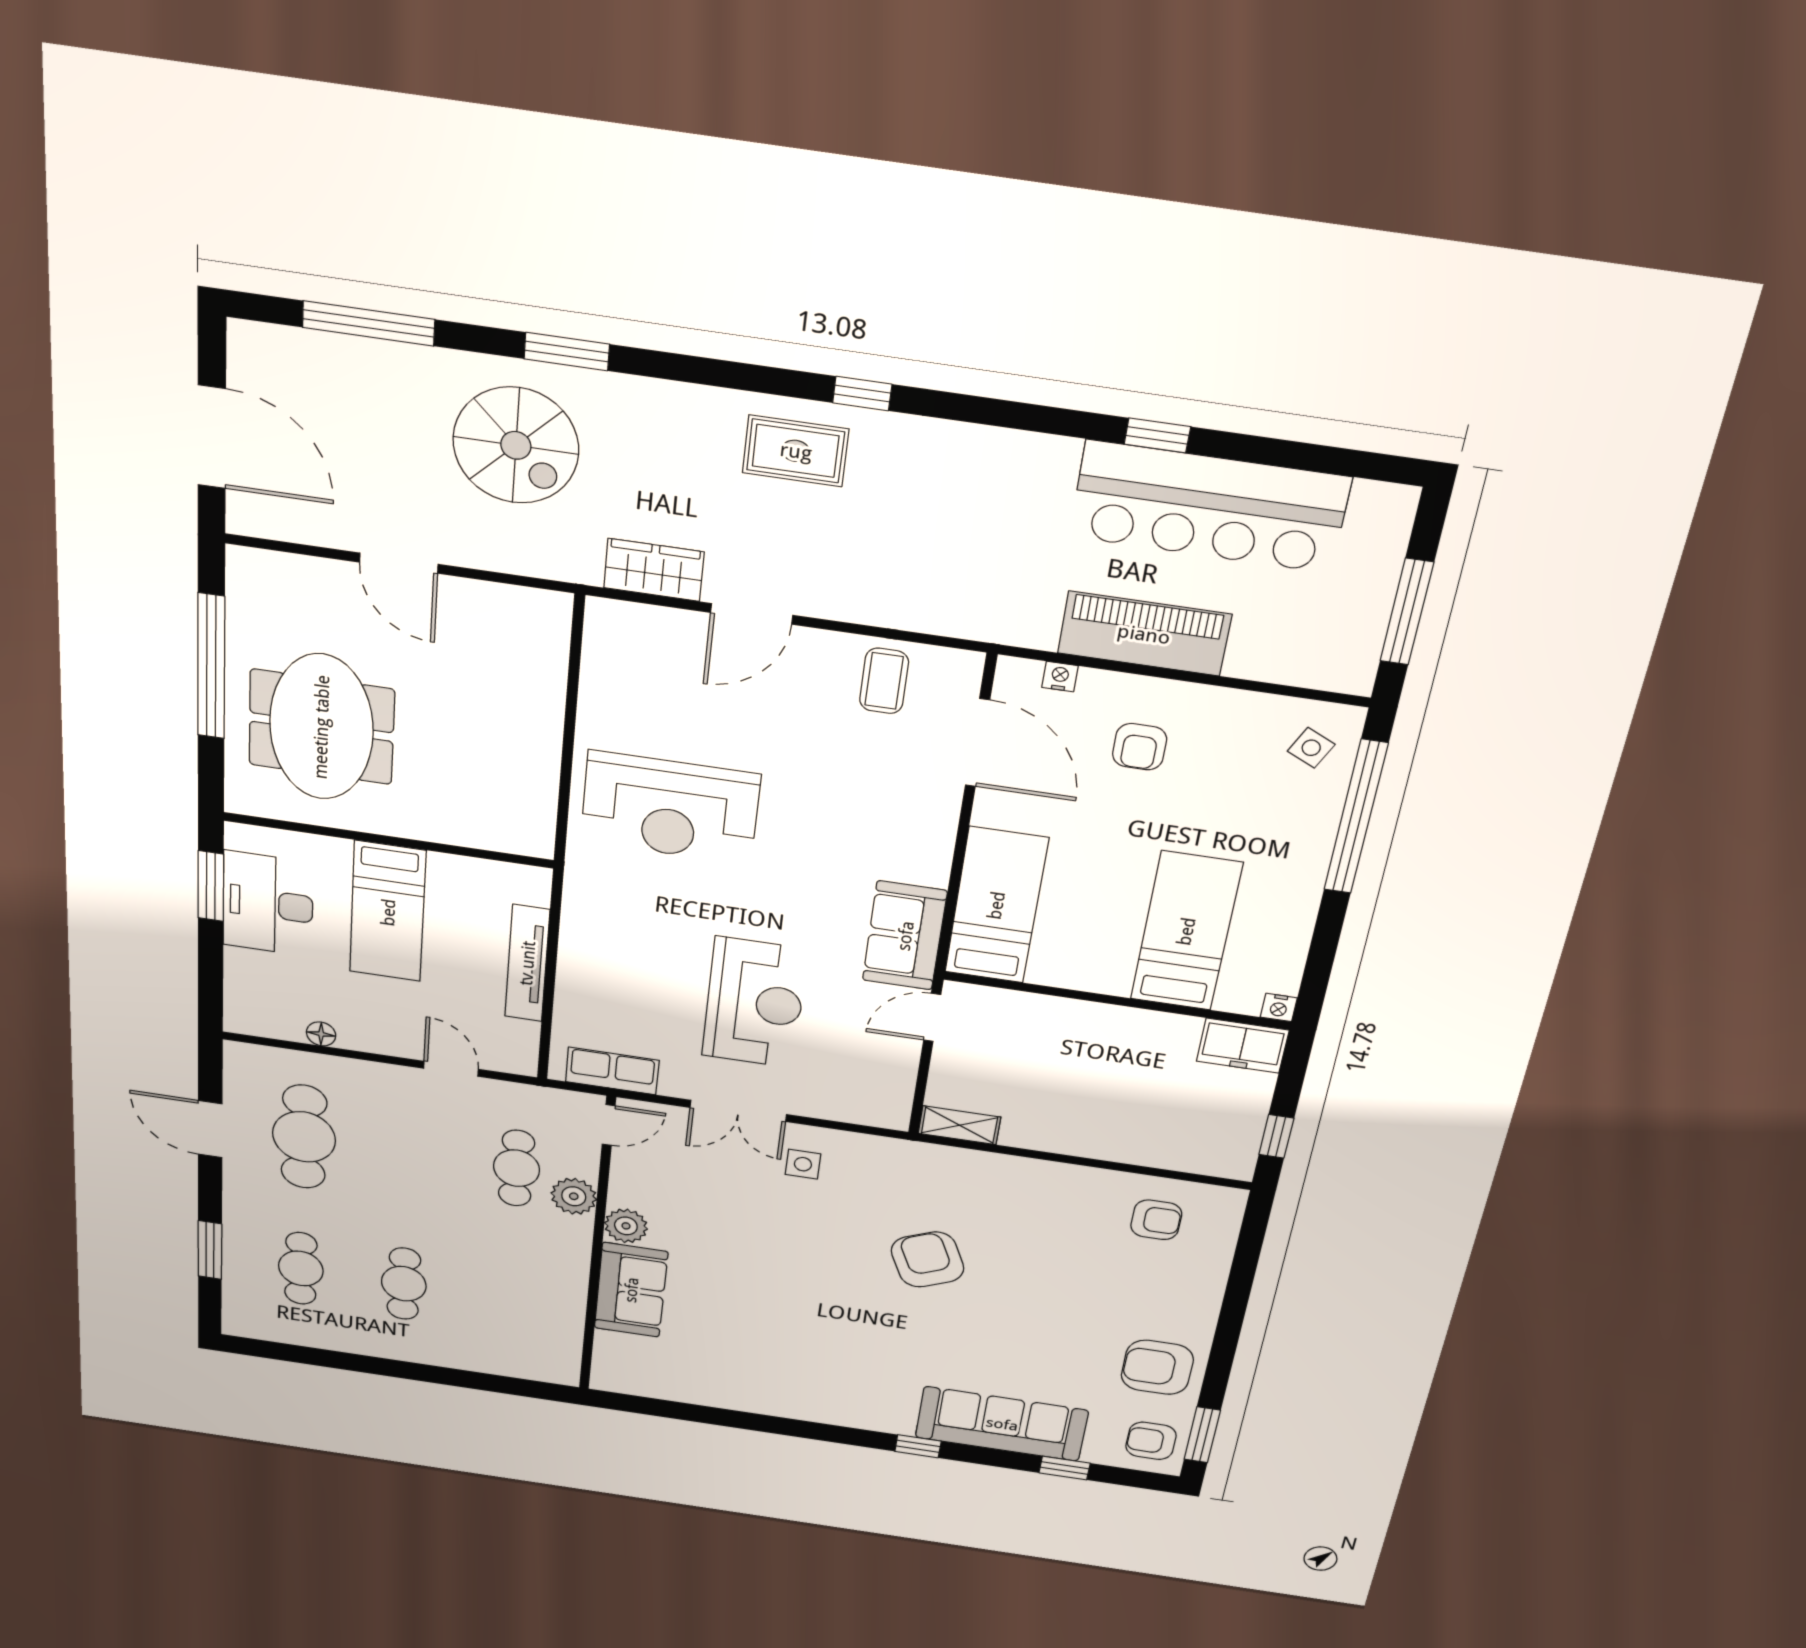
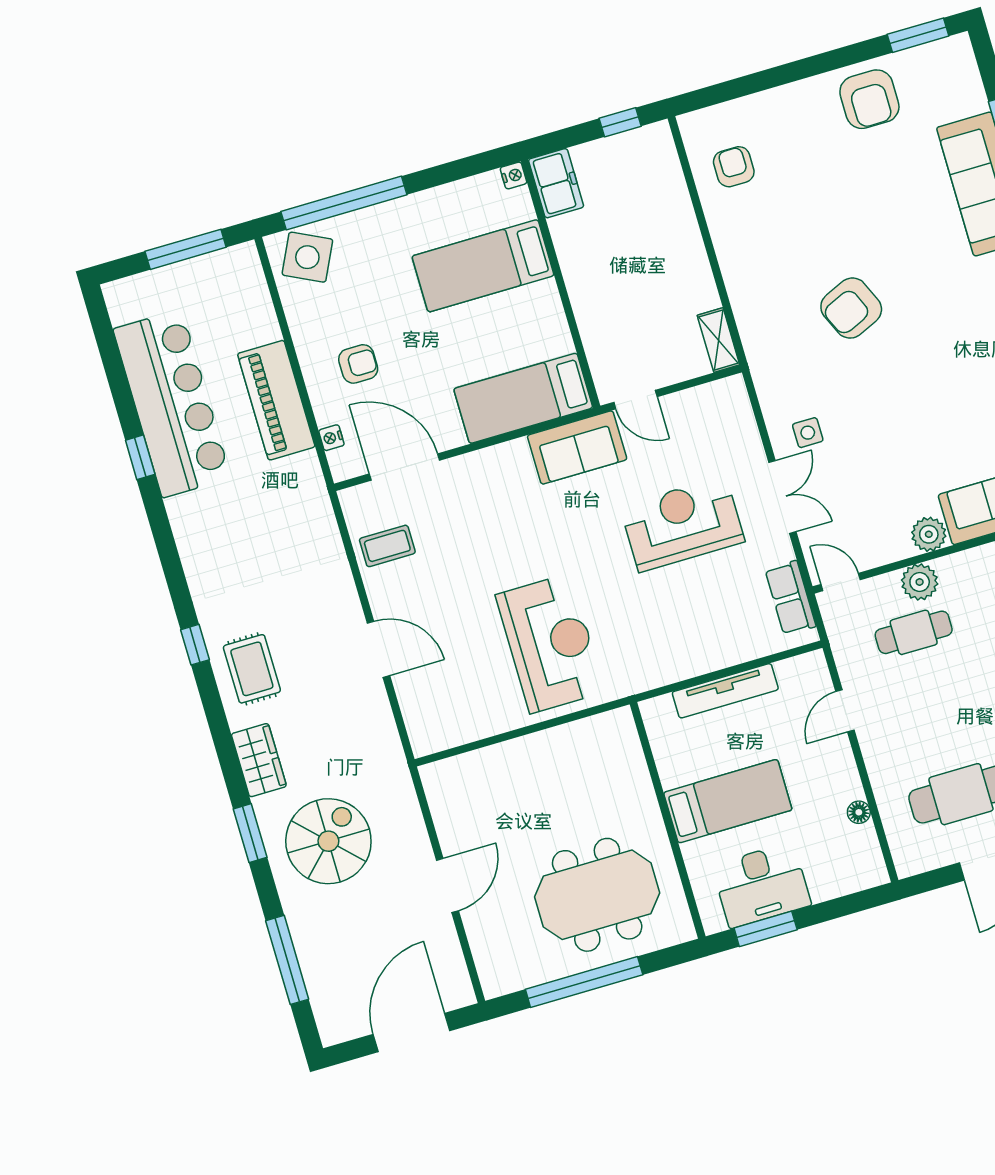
wardrobe: (654, 570) -> (259, 760), moved, turned 180
door: (977, 743) -> (404, 467), hinge flipped
side table: (1311, 748) -> (307, 257), width x1.87, depth x1.87
armchair: (1151, 1441) -> (943, 69), removed

